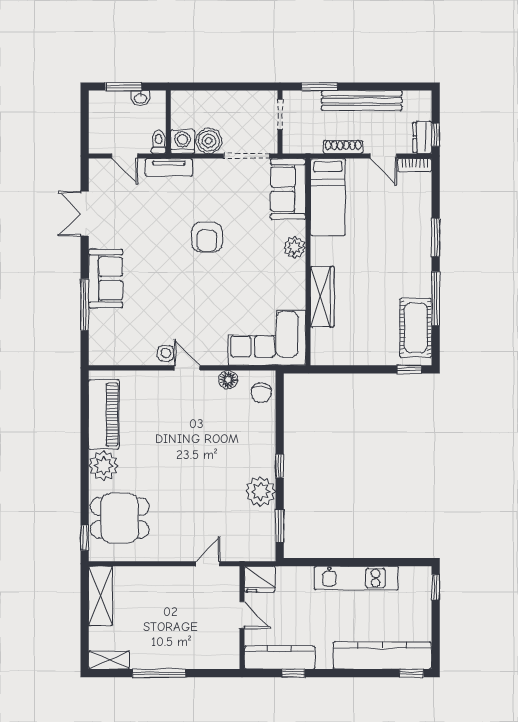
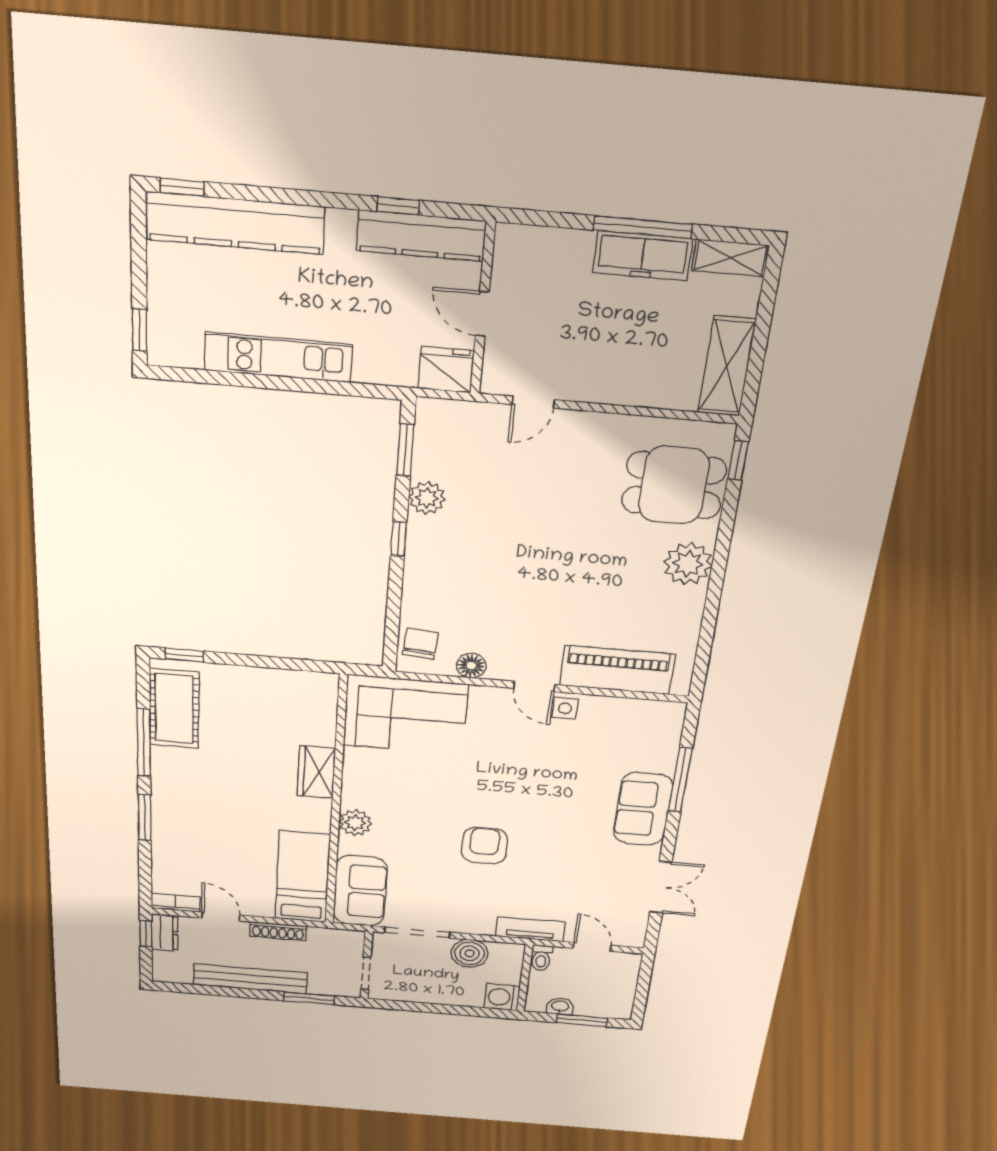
washing machine: (183, 142) -> (502, 997), moved, turned 90
wardrobe: (322, 297) -> (316, 772), width x0.67
piano: (104, 414) -> (617, 670), moved, turned 90
plant: (261, 492) -> (427, 498), width x0.73, depth x0.73
freezer: (157, 657) -> (643, 256), added

